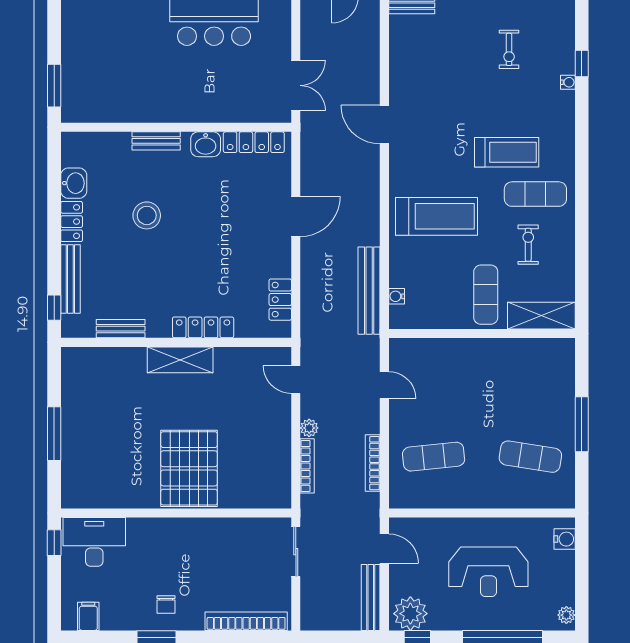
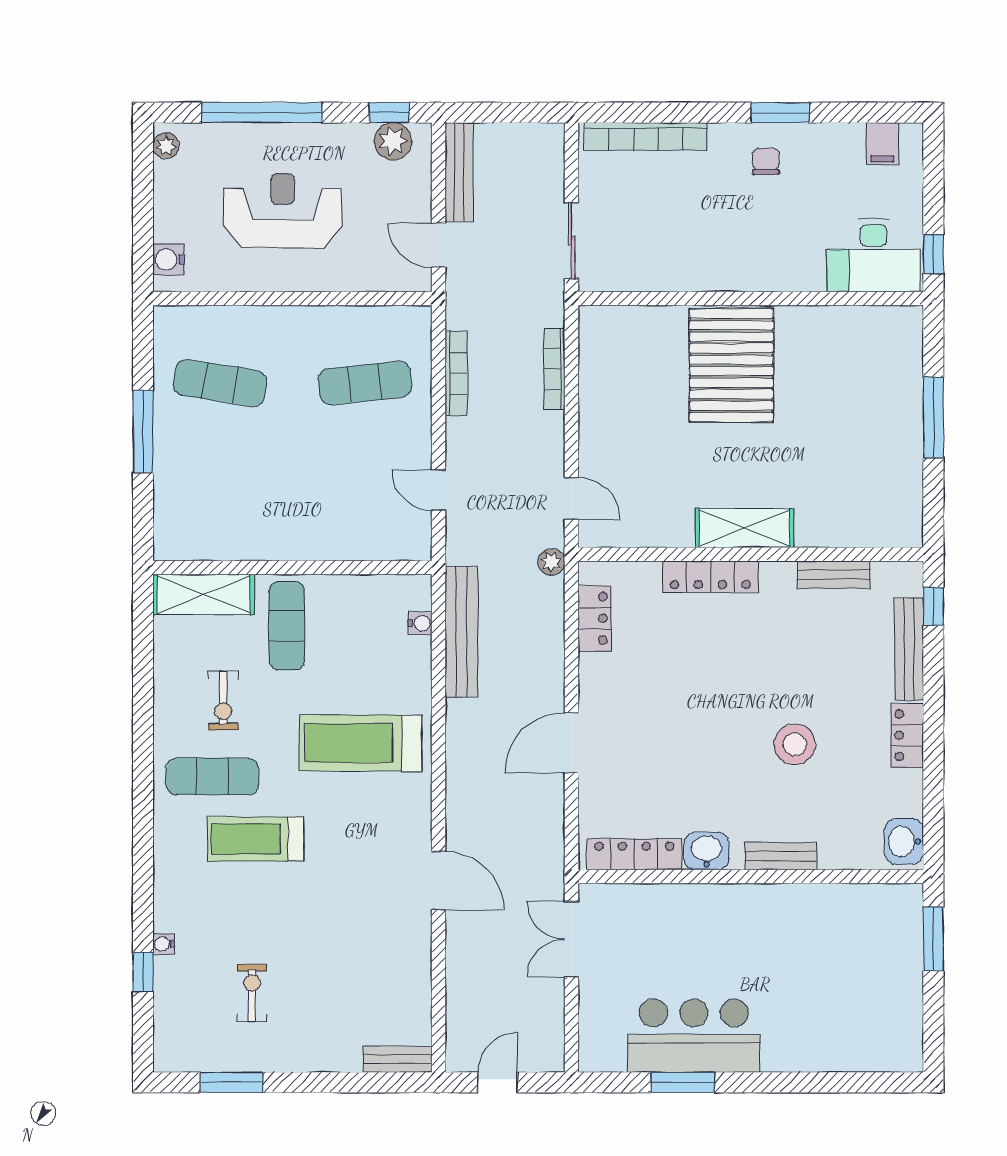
washbasin: (74, 183) -> (904, 841), moved
plant: (309, 428) -> (551, 562), moved
plant: (410, 614) -> (393, 141), width x0.73, depth x0.73

